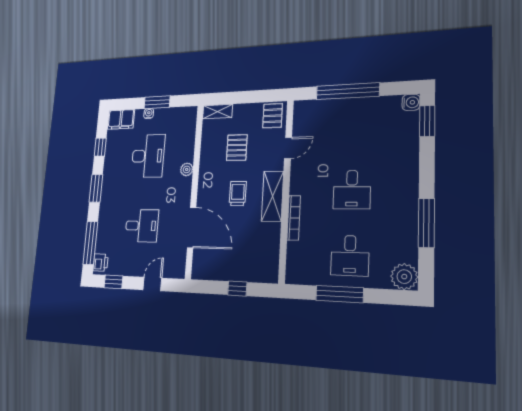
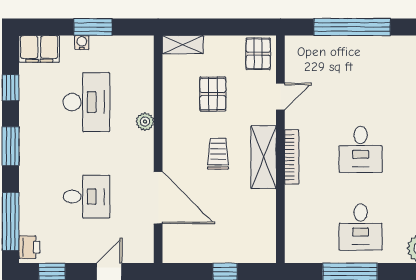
bookcase: (294, 218) -> (292, 157), moved

